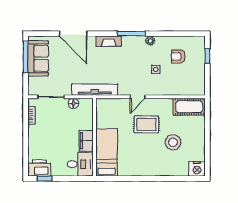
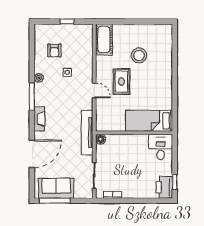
window: (207, 56) -> (67, 22), moved
floor lamp: (73, 103) -> (101, 139), moved
filing cabinet: (86, 141) -> (138, 141), removed
nightstand: (197, 169) -> (165, 32), removed

